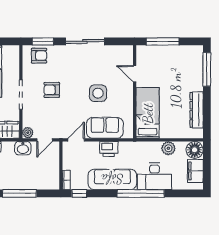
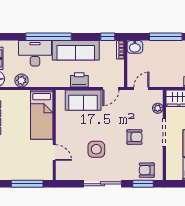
side table: (98, 93) -> (96, 149), moved
plant: (28, 133) -> (158, 108), moved
washbasin: (23, 148) -> (135, 47), moved, turned 180

